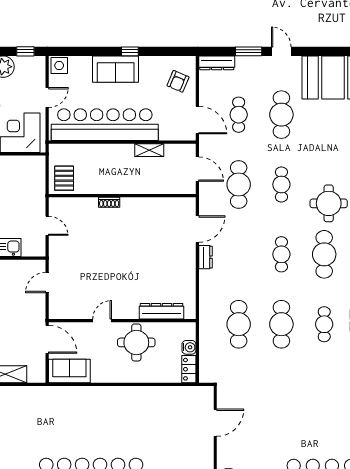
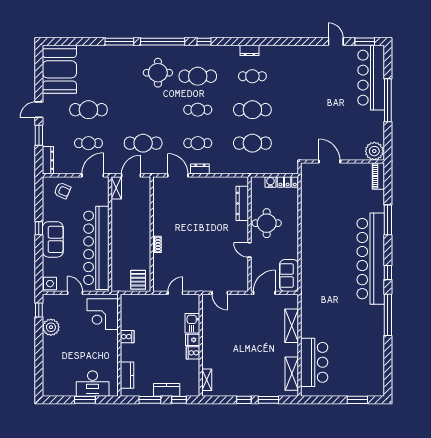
shelving: (149, 150) -> (116, 188), moved
pallet: (64, 178) -> (138, 280), turned 90
cafe table: (281, 184) -> (198, 143), moved

